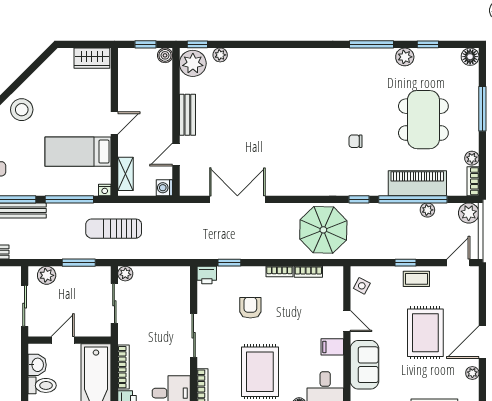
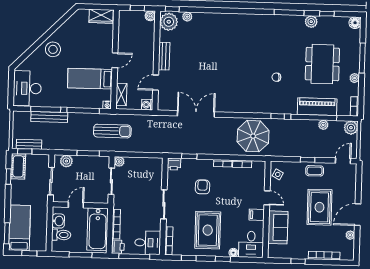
plant: (472, 158) -> (355, 78), moved
sun lounger: (114, 229) -> (112, 131), turned 180

